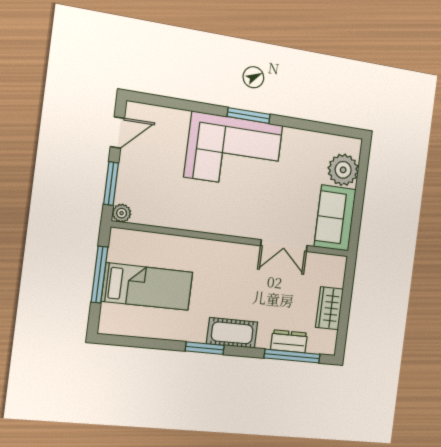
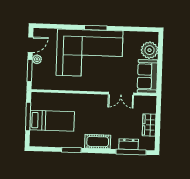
corner sofa: (234, 151) -> (89, 53), width x1.36, depth x1.36
plant: (122, 213) -> (37, 59), moved
window: (205, 348) -> (71, 150), moved

